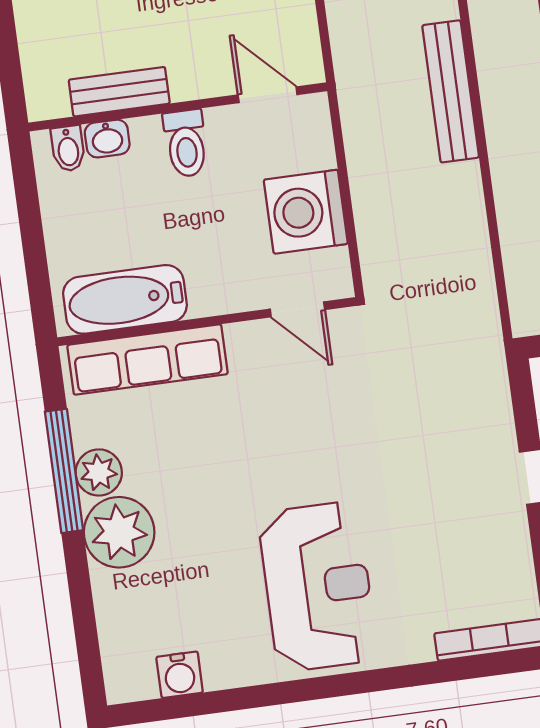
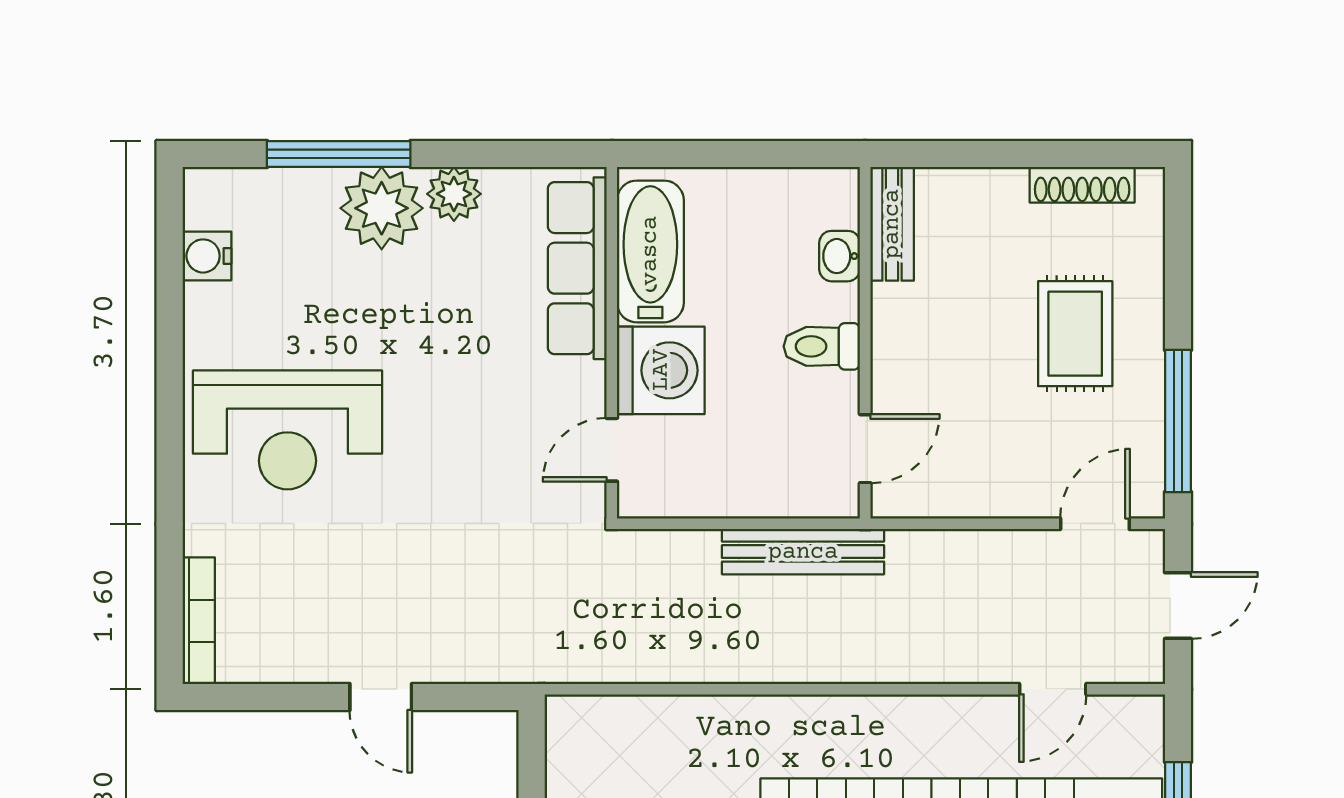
bench: (451, 91) -> (803, 552), moved
bench: (119, 92) -> (892, 224), moved
bidet: (68, 149) -> (834, 209), removed
washing machine: (306, 212) -> (661, 370), moved, turned 90
window: (64, 471) -> (339, 154), moved

